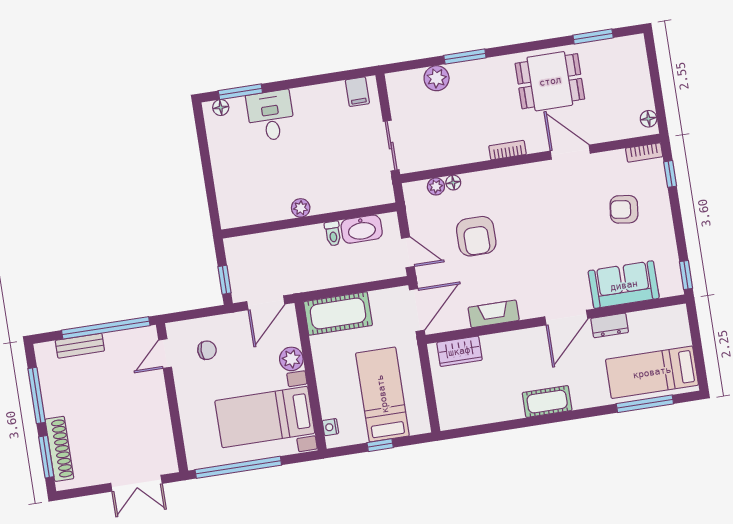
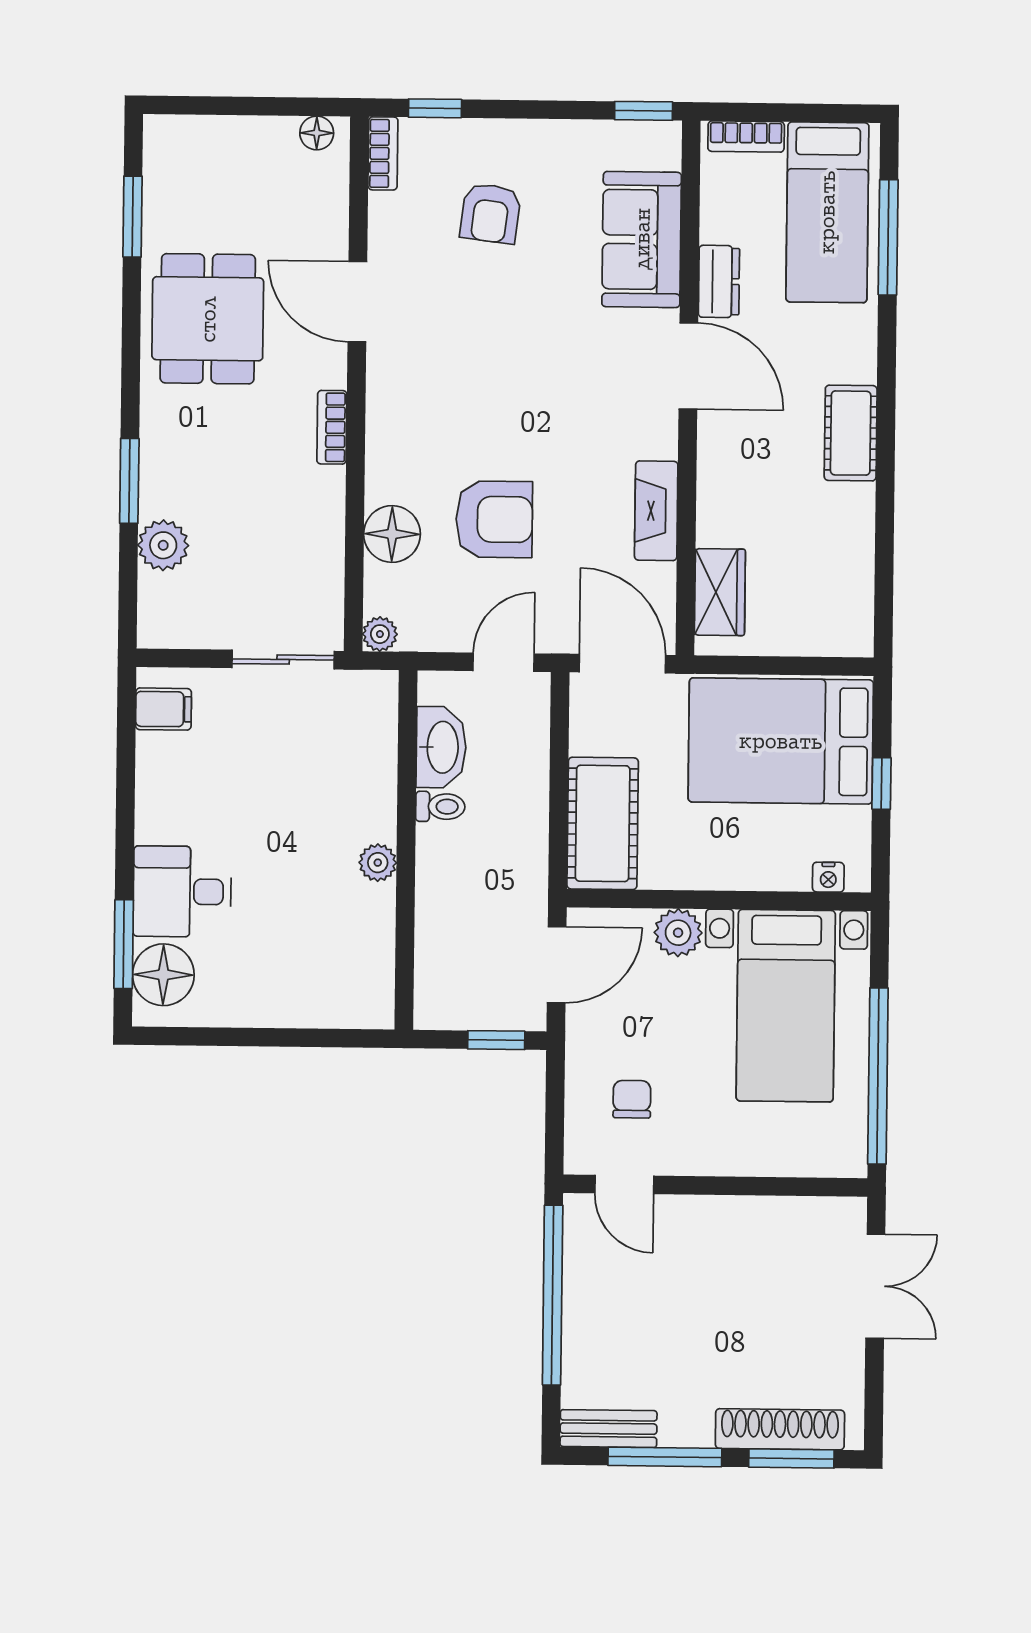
floor lamp: (221, 107) -> (163, 975), width x1.89, depth x1.89
door: (570, 152) -> (357, 302), hinge flipped
floor lamp: (453, 183) -> (392, 534), width x1.89, depth x1.89
plant: (436, 186) -> (380, 634), moved
door: (266, 303) -> (557, 965), hinge flipped
bookcase: (682, 327) -> (746, 137), added
bench: (80, 346) -> (609, 1429), moved, turned 90
bed: (382, 394) -> (781, 741), width x1.50

